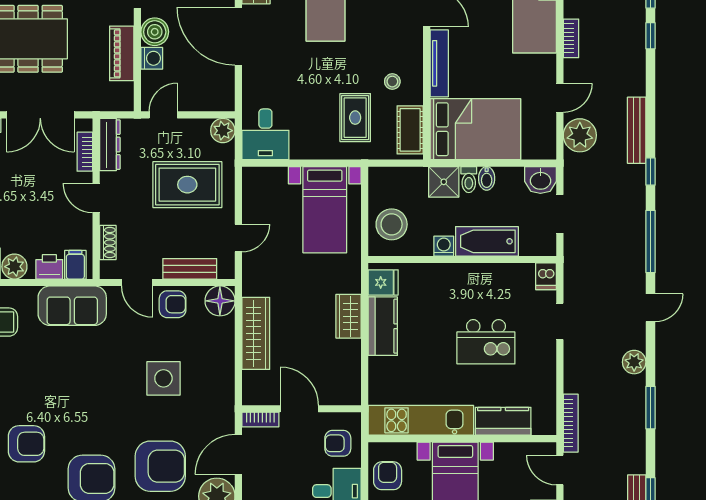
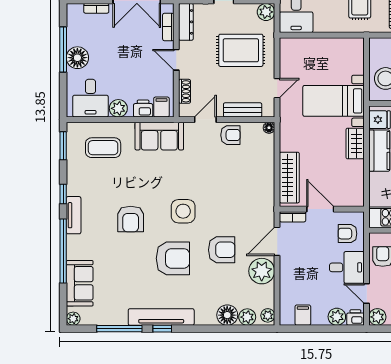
bed with nightstands: (325, 210) -> (334, 101), moved, turned 90
door: (137, 283) -> (205, 120), swing flipped
floor lamp: (220, 301) -> (269, 128), width x0.53, depth x0.53
wardrobe: (256, 333) -> (289, 178), moved
side table: (163, 378) -> (183, 211), moved
armchair: (26, 444) -> (131, 219), moved, turned 90
armchair: (160, 466) -> (222, 250), width x0.73, depth x0.73

